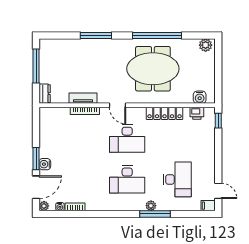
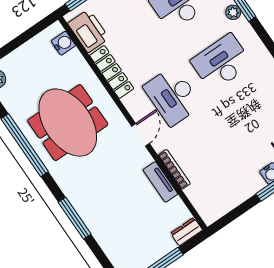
printer: (197, 113) -> (88, 31), width x1.87, depth x1.48
desk: (127, 139) -> (172, 96), turned 180
desk: (127, 179) -> (221, 62), turned -90

